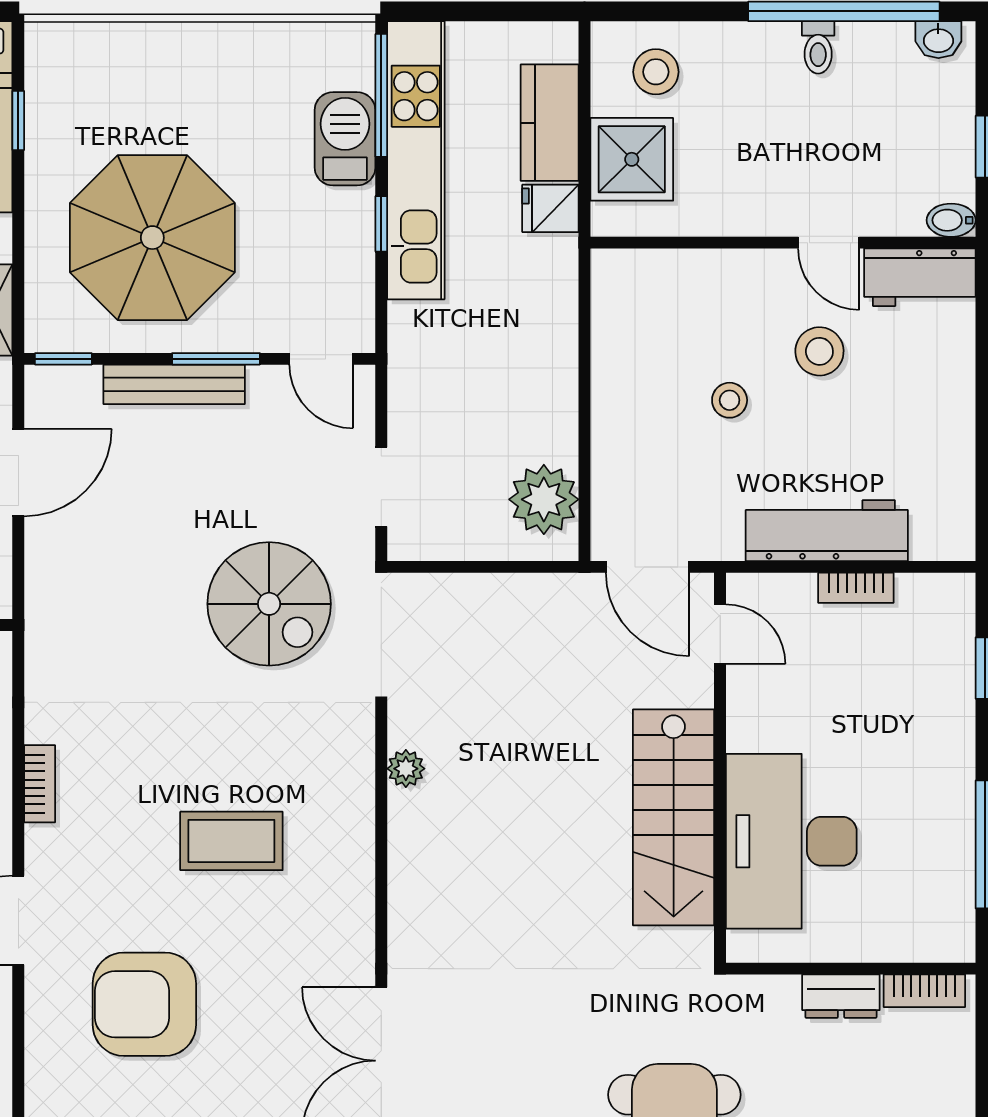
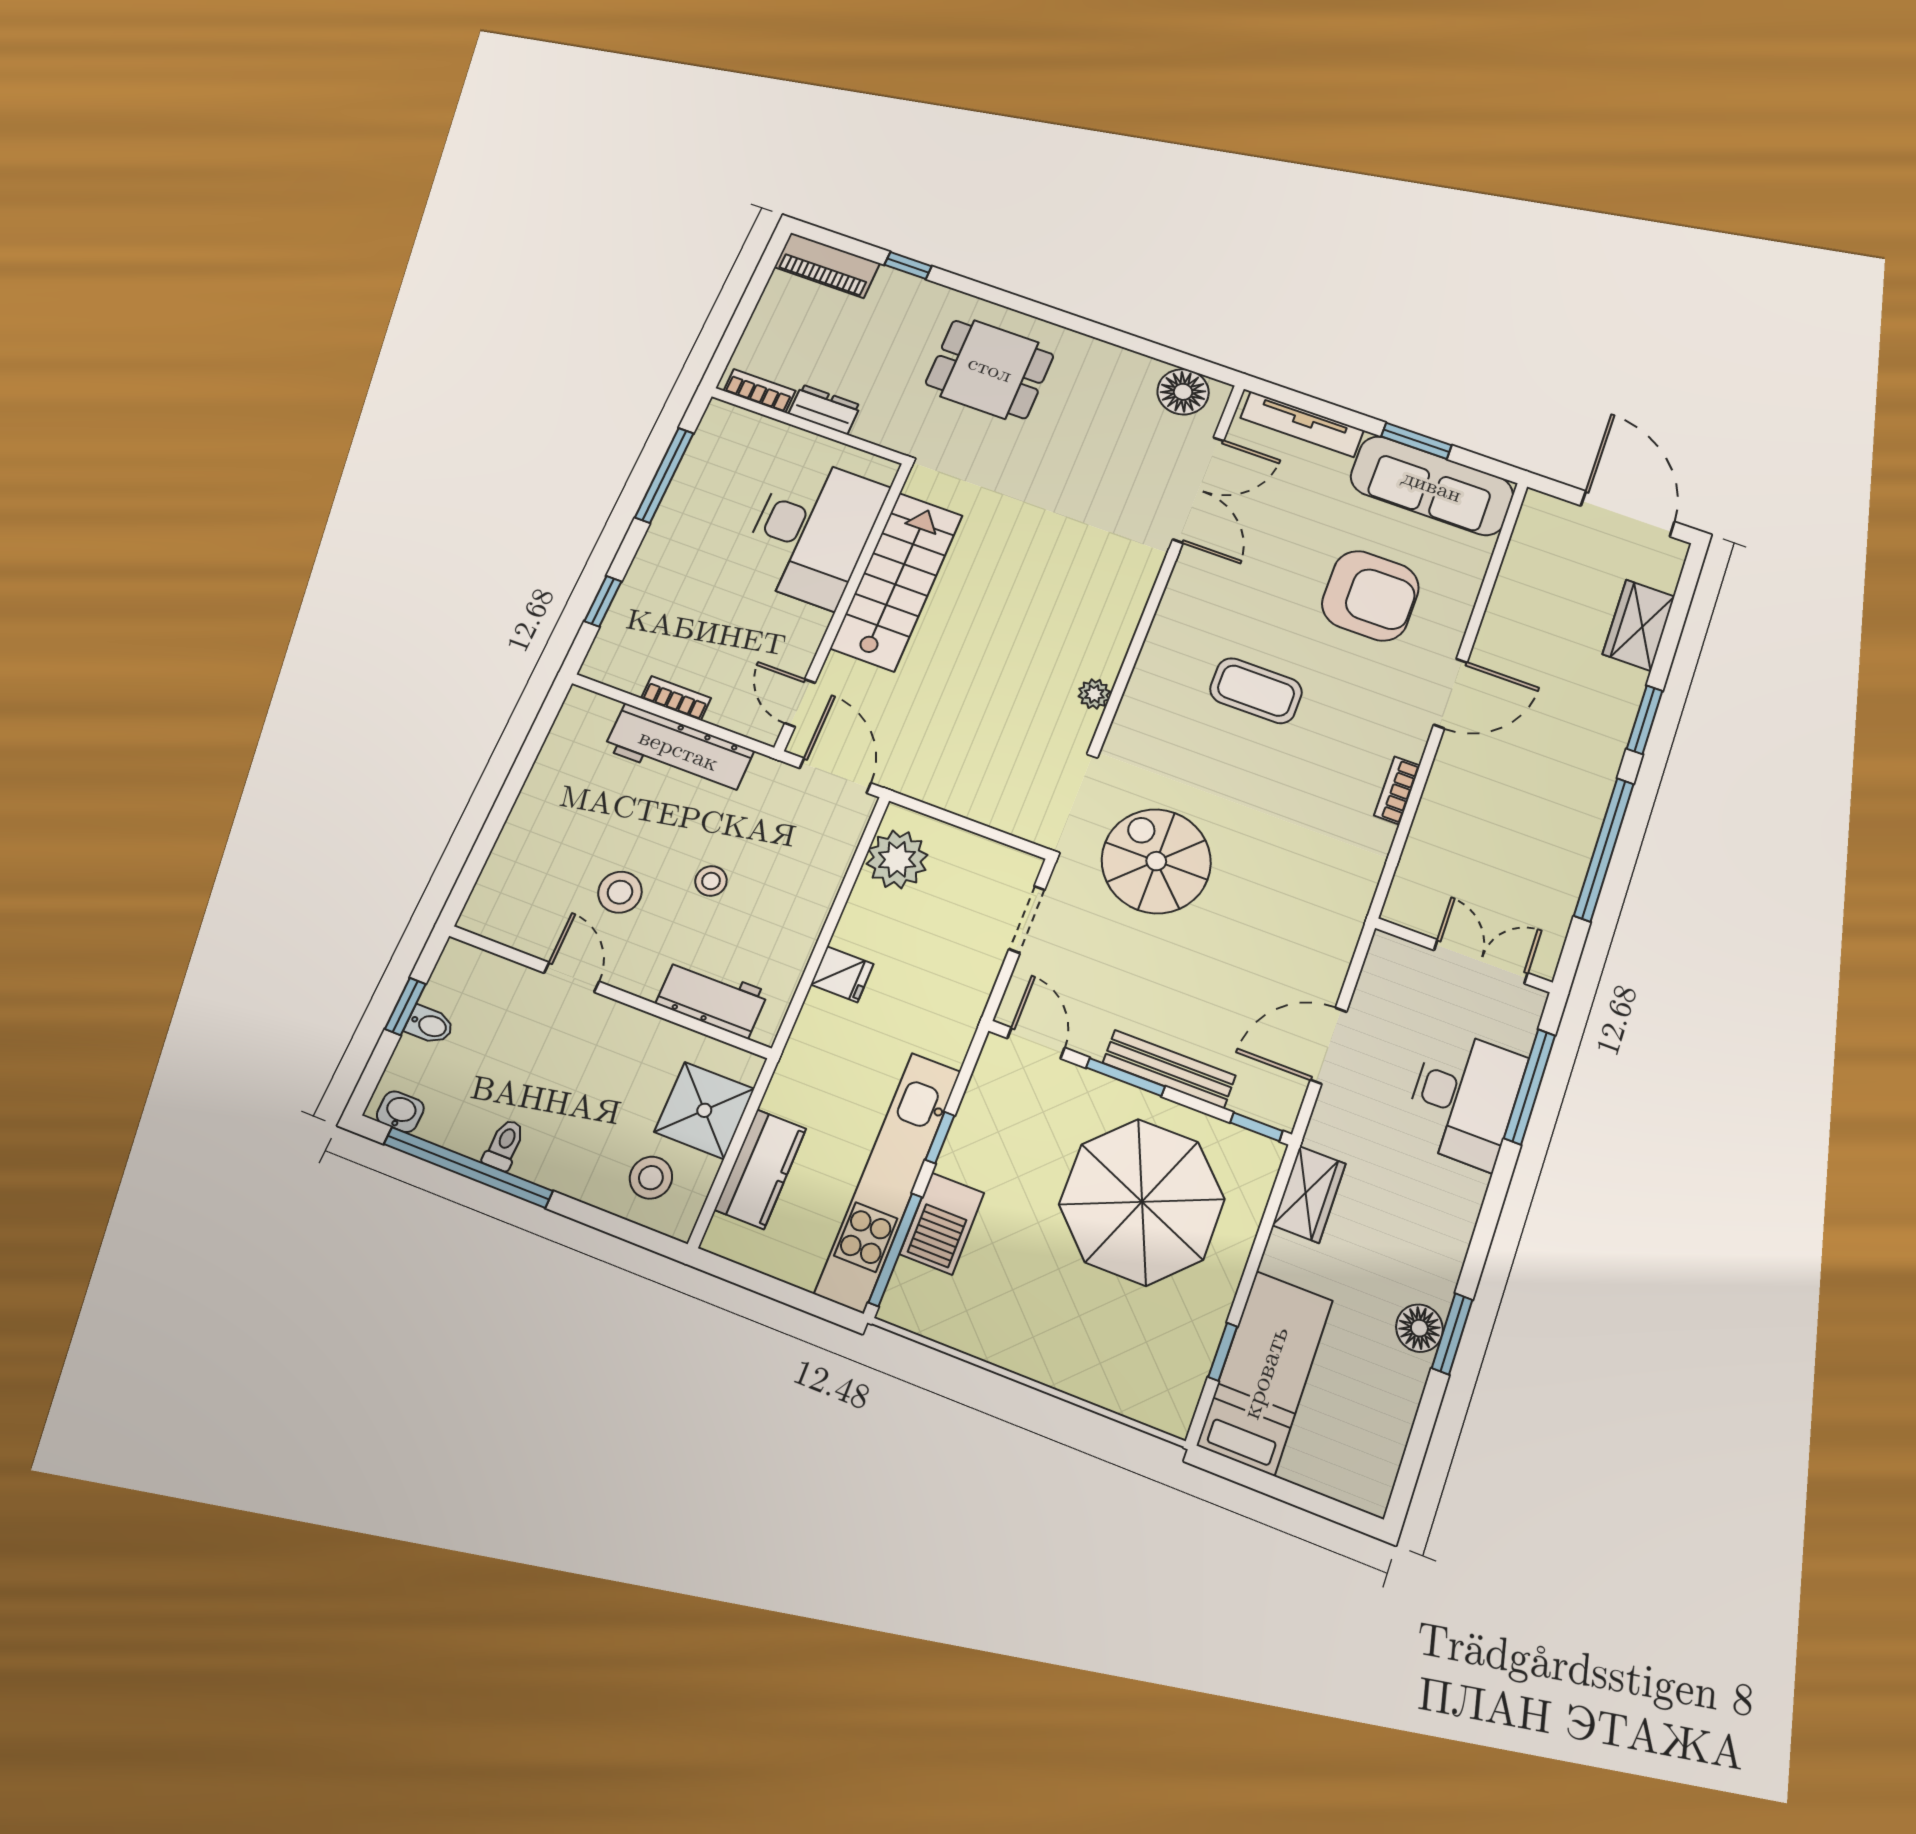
fridge: (550, 208) -> (842, 974), moved
bidet: (951, 220) -> (430, 1025), moved
workbench: (920, 277) -> (712, 998), moved

